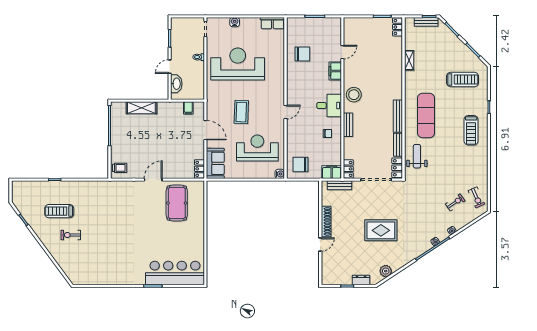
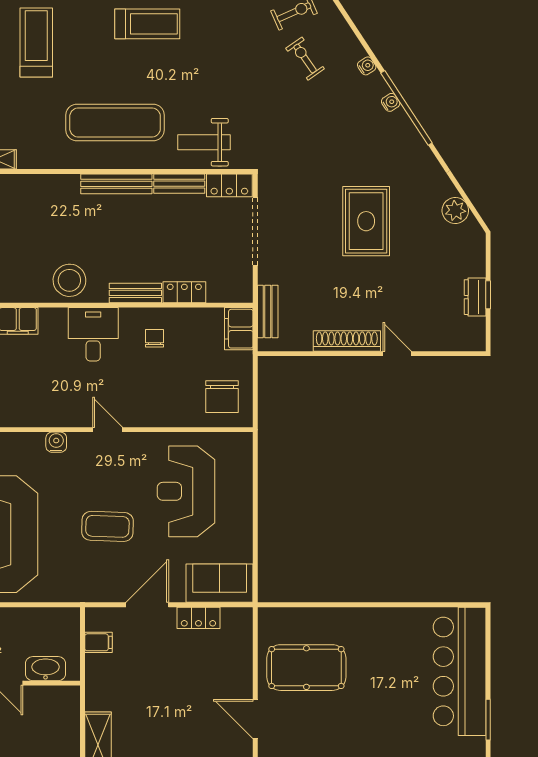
locker: (199, 169) -> (198, 618), moved
locker: (348, 169) -> (184, 292), moved
water cooler: (280, 174) -> (56, 442), moved
dresser: (361, 280) -> (475, 297), moved

